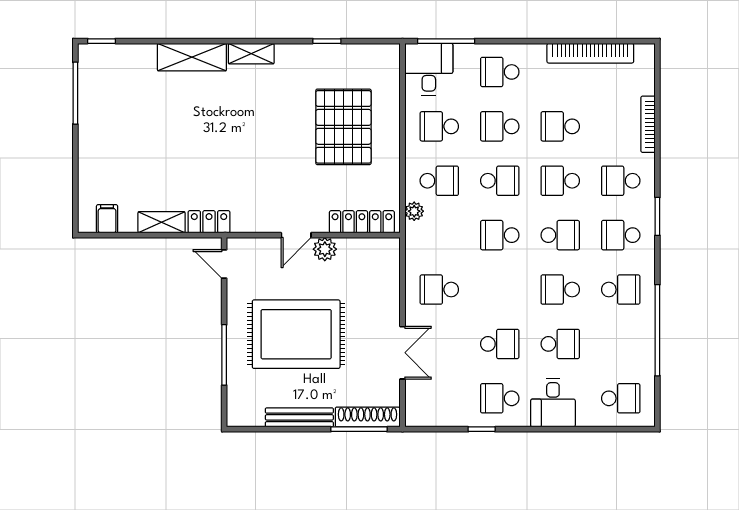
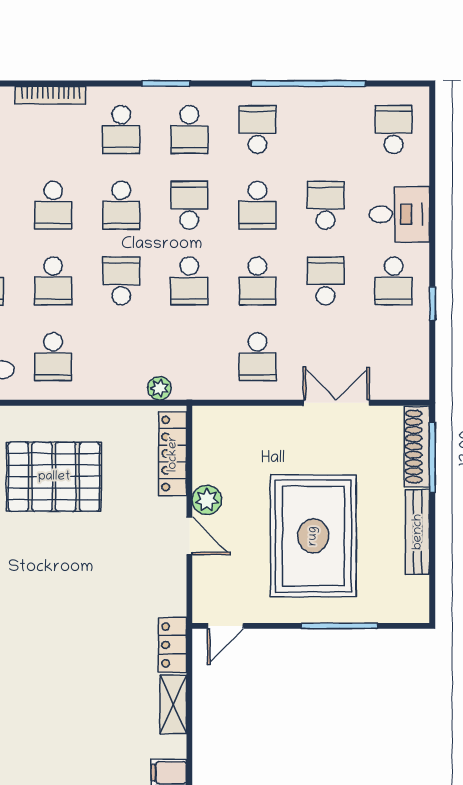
school desk: (439, 181) -> (257, 281), moved, turned 180

